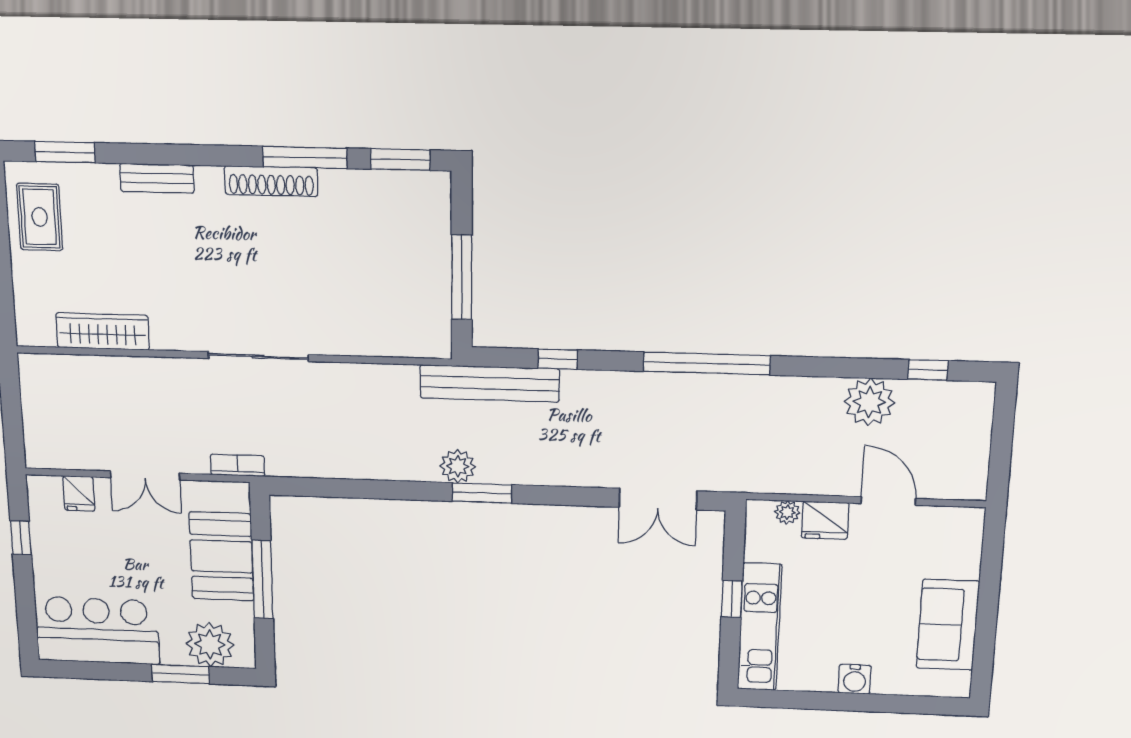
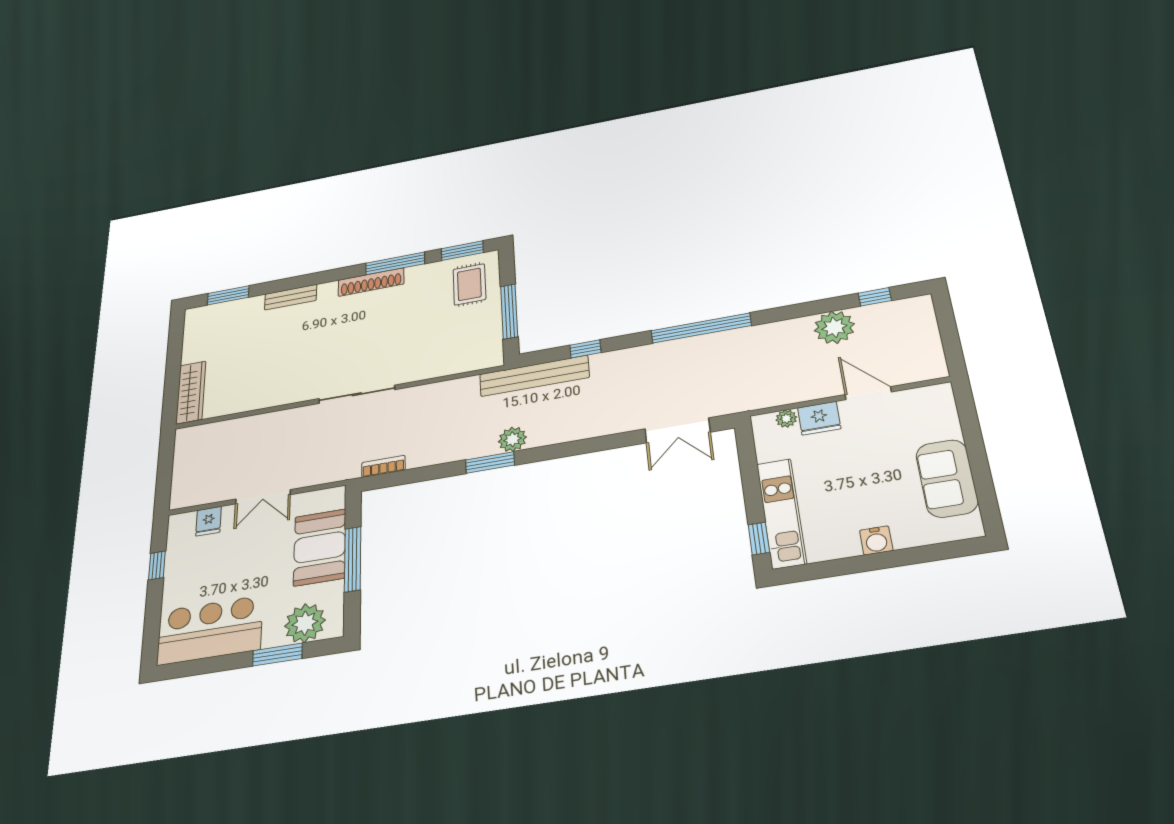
rug: (40, 217) -> (469, 284), moved
wardrobe: (103, 331) -> (191, 392), moved, turned 90
bookcase: (238, 465) -> (383, 466), moved
window: (482, 493) -> (490, 462), moved
window: (732, 599) -> (759, 538), moved

